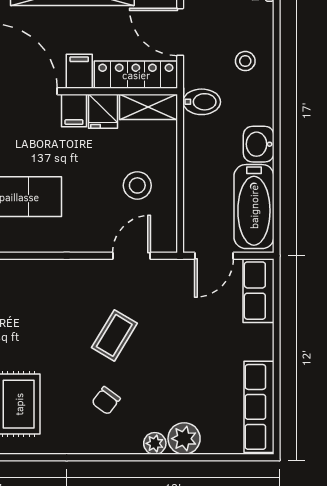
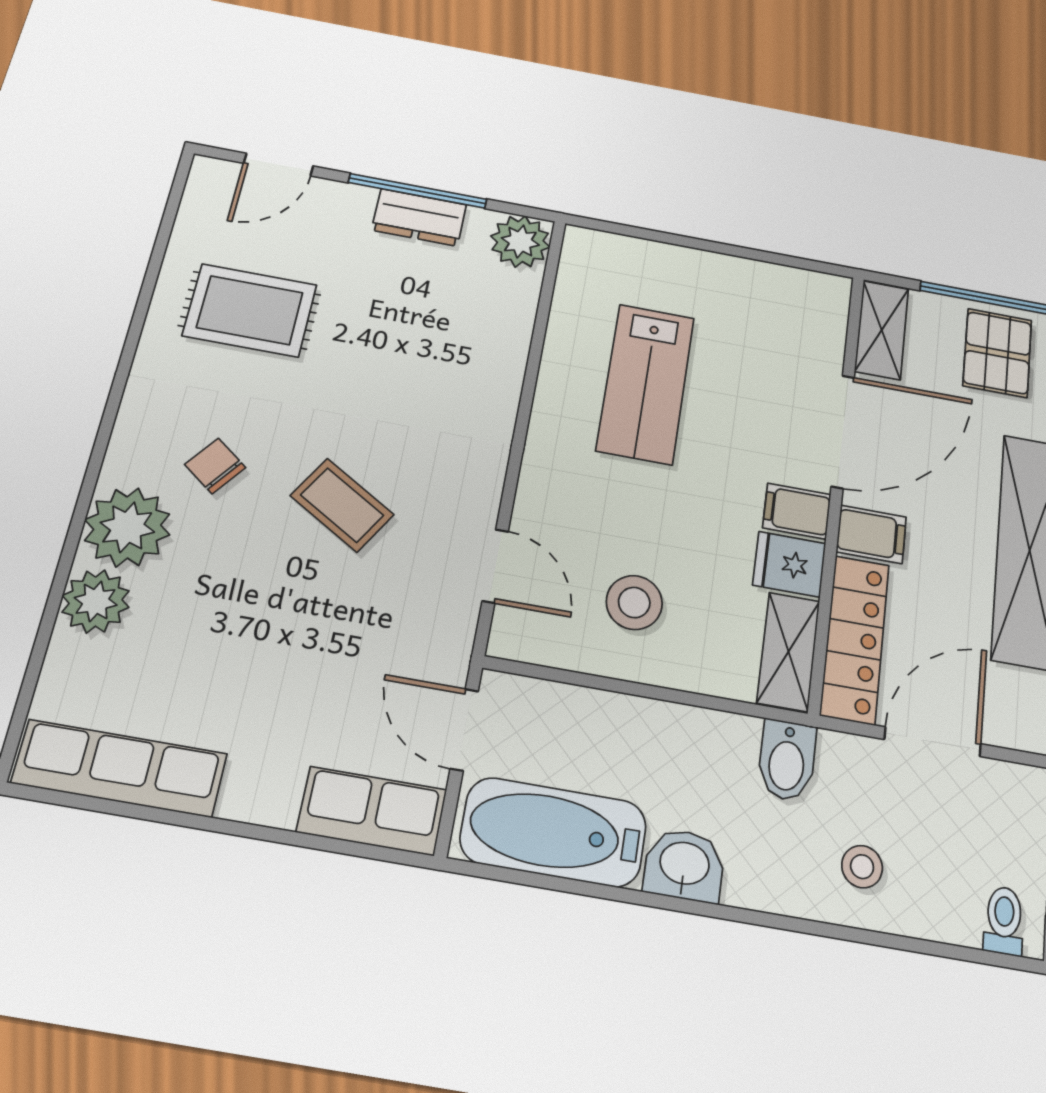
plant: (155, 443) -> (127, 527), width x1.88, depth x1.88

